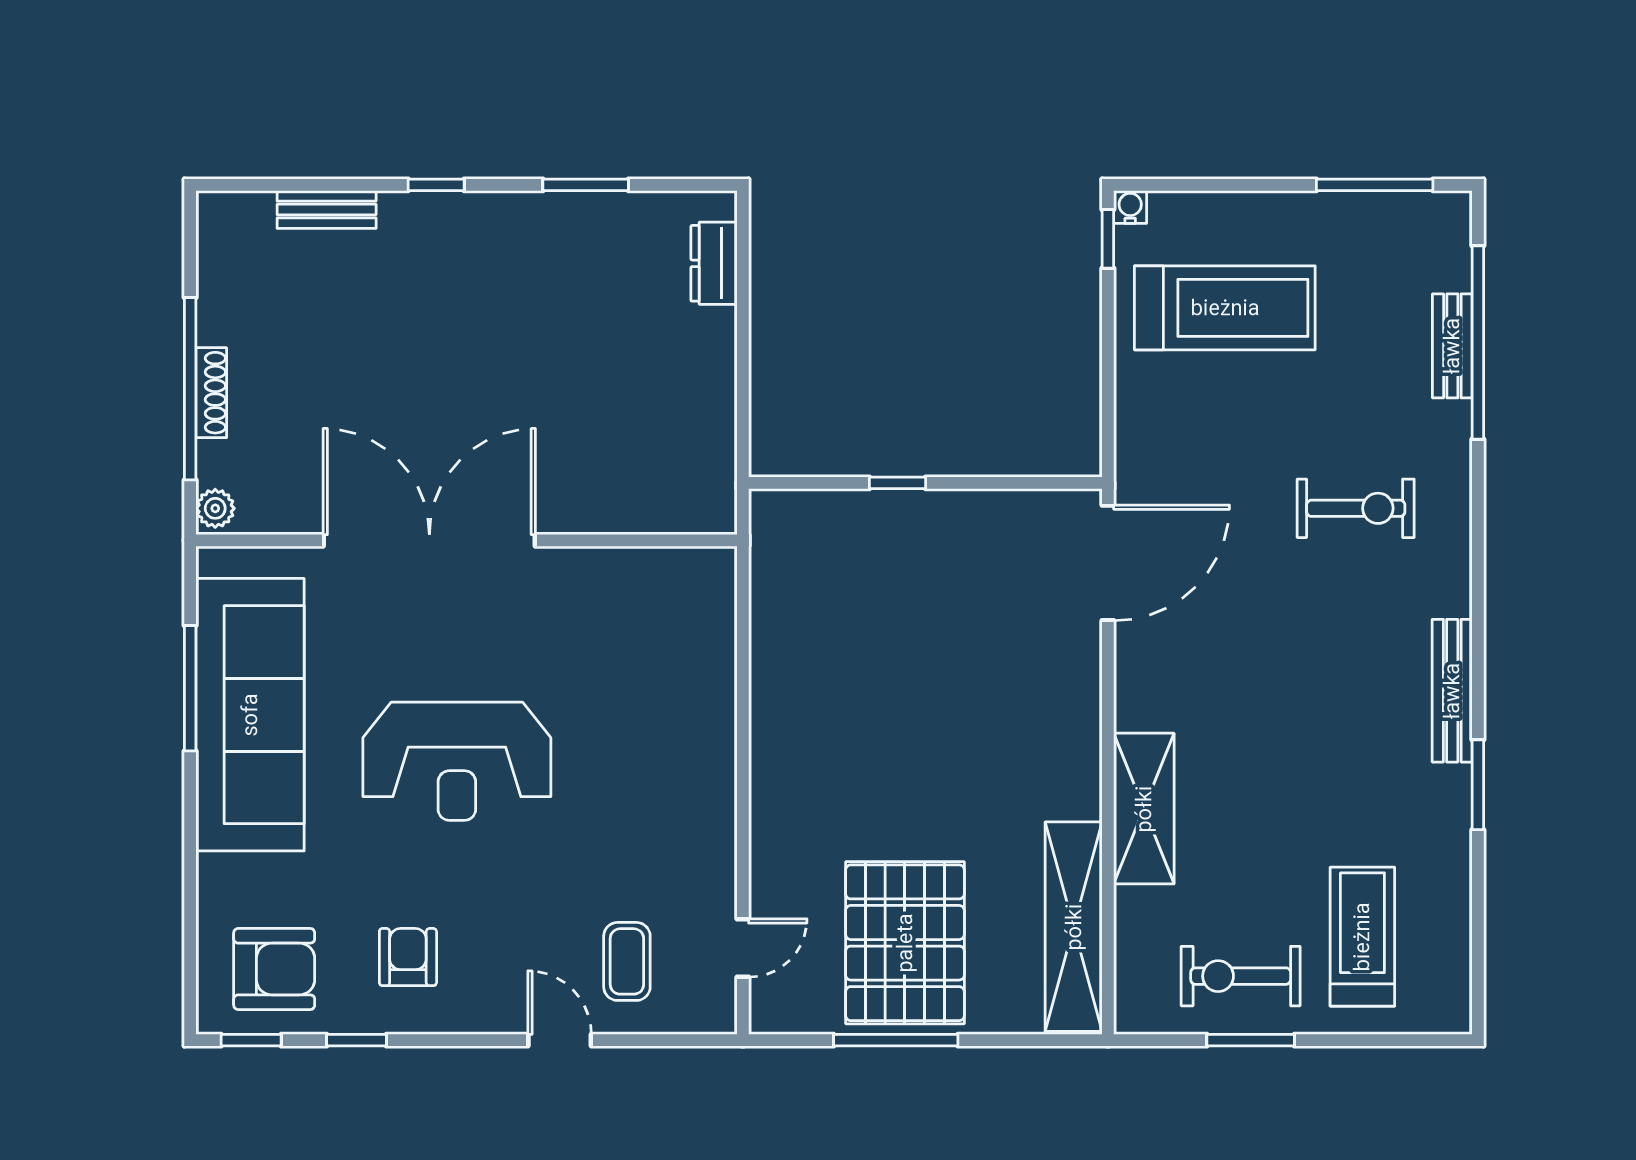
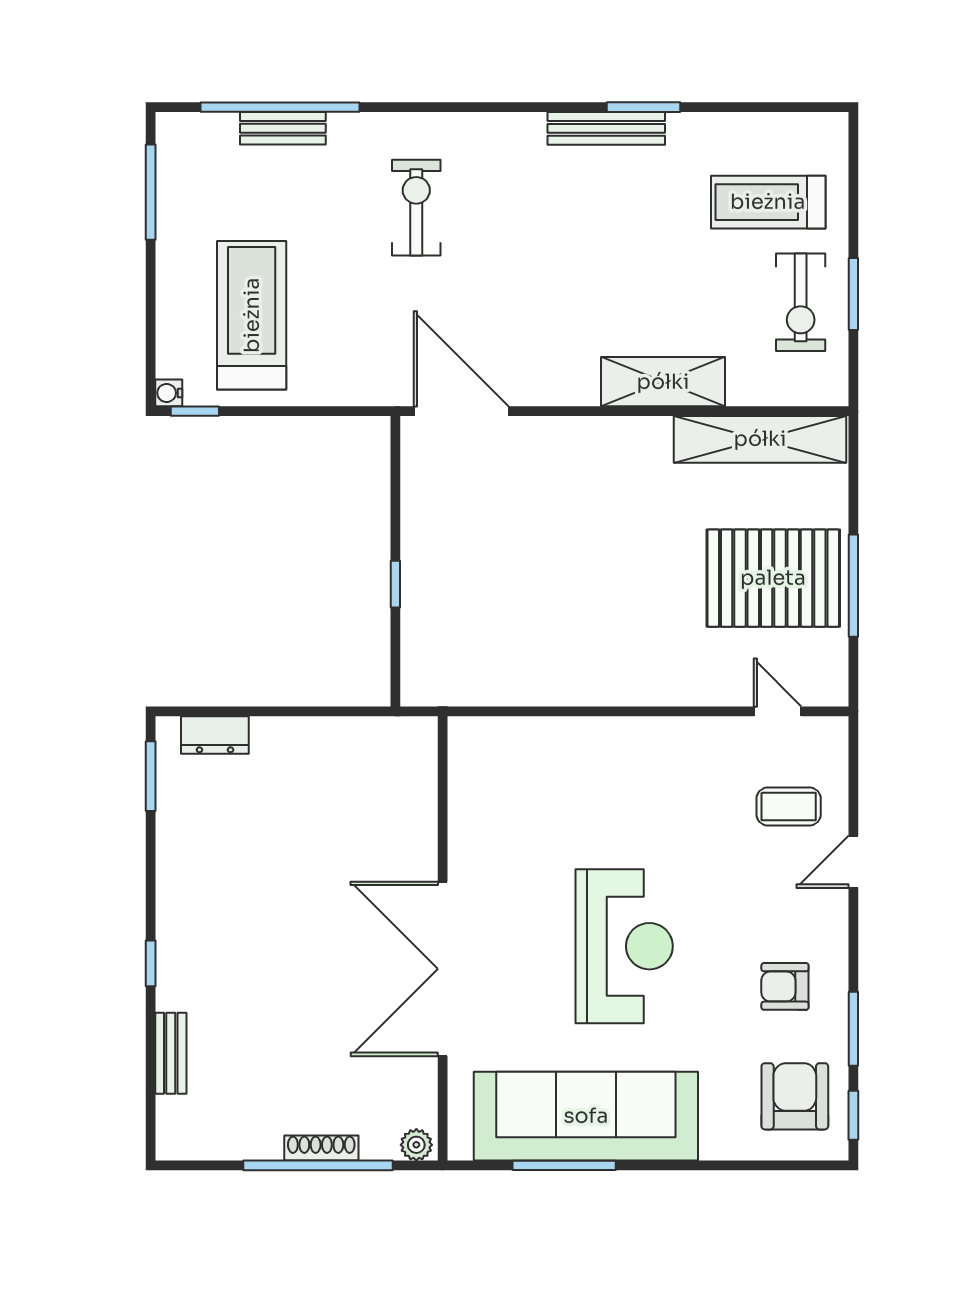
window: (586, 185) -> (151, 776), moved
bench: (1452, 691) -> (606, 128), moved
window: (356, 1040) -> (853, 1029), width x1.50

